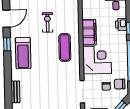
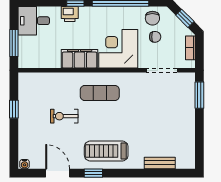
treadmill: (23, 53) -> (106, 151), turned 180

